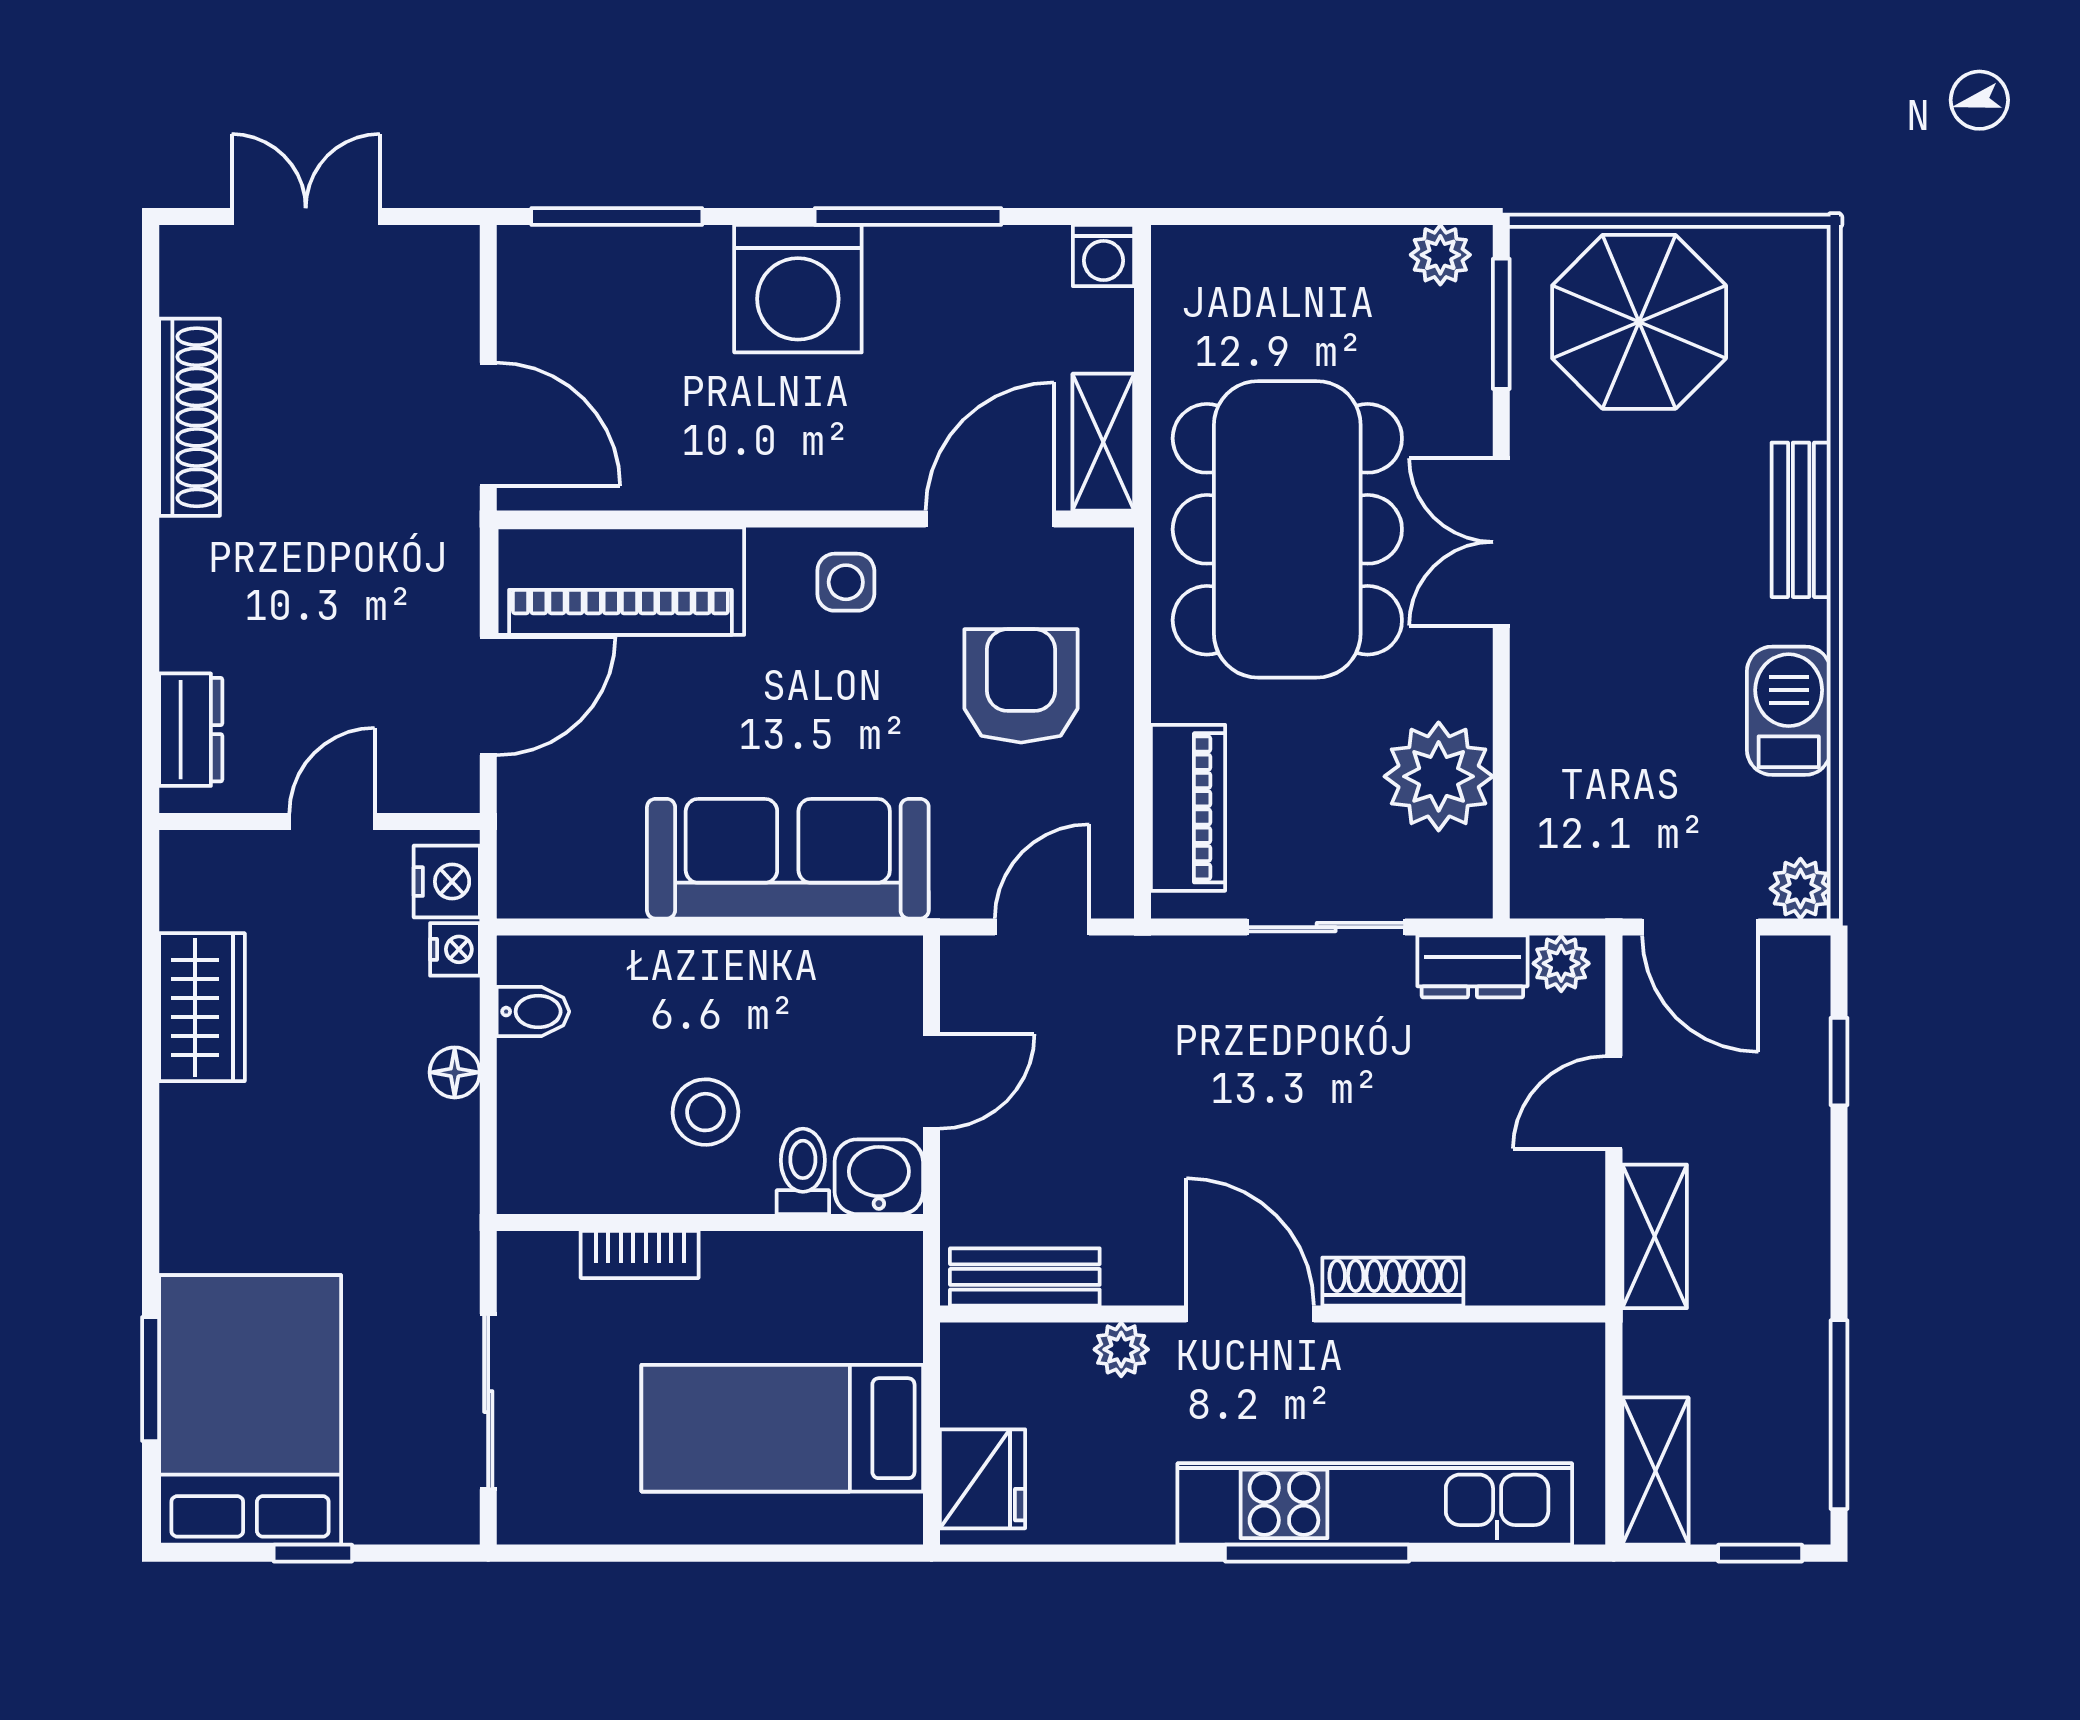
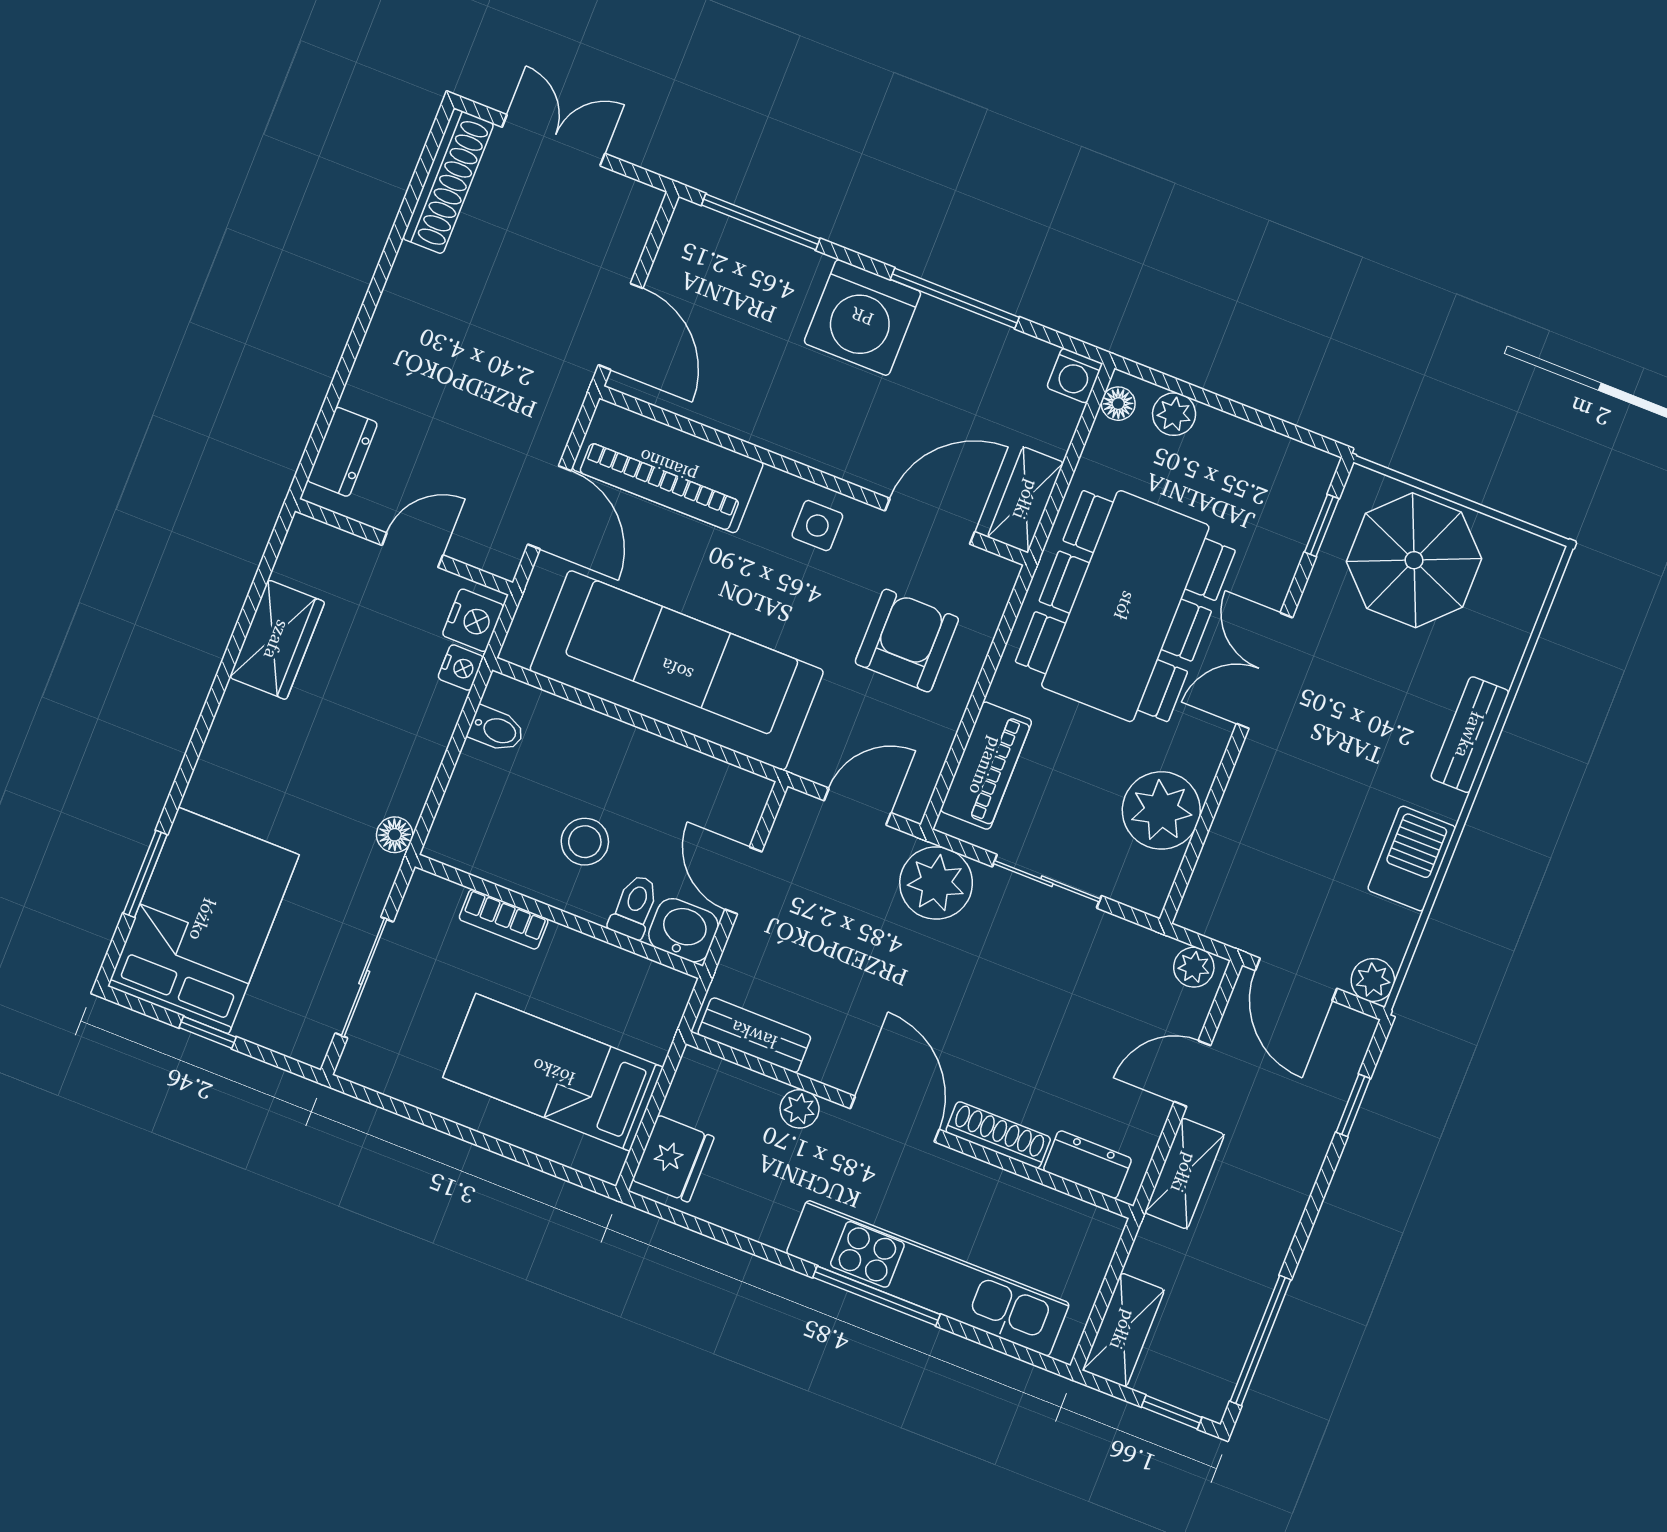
plant: (1440, 255) -> (1174, 414), moved
floor lamp: (1174, 270) -> (1118, 404), added
window: (1501, 324) -> (1322, 525), width x0.67
shoe rack: (189, 417) -> (448, 181), moved
door: (488, 696) -> (549, 507), hinge flipped
sofa: (788, 859) -> (677, 670), width x1.36, depth x1.27
dresser: (1472, 966) -> (1087, 1165), moved, turned 180
plant: (1183, 986) -> (936, 883), added
floor lamp: (455, 1072) -> (395, 835), moved
door: (931, 1081) -> (743, 881), swing flipped

